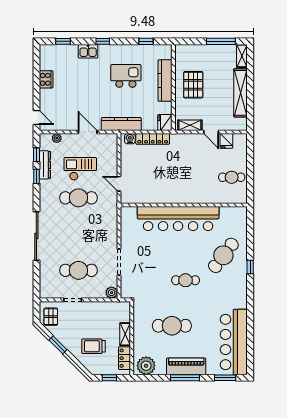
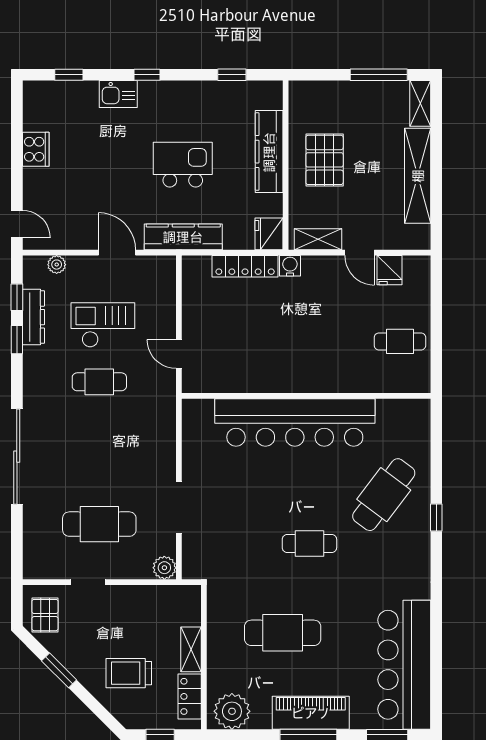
kitchen island: (126, 76) -> (183, 165), moved
water cooler: (130, 139) -> (290, 266), moved
cafe table: (78, 198) -> (99, 382), width x0.73, depth x0.74

